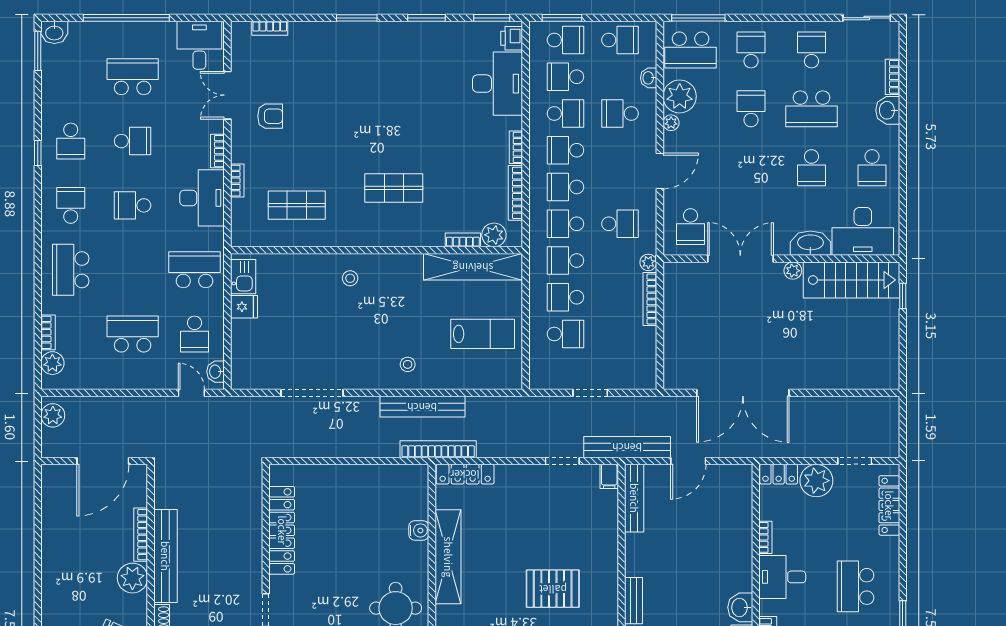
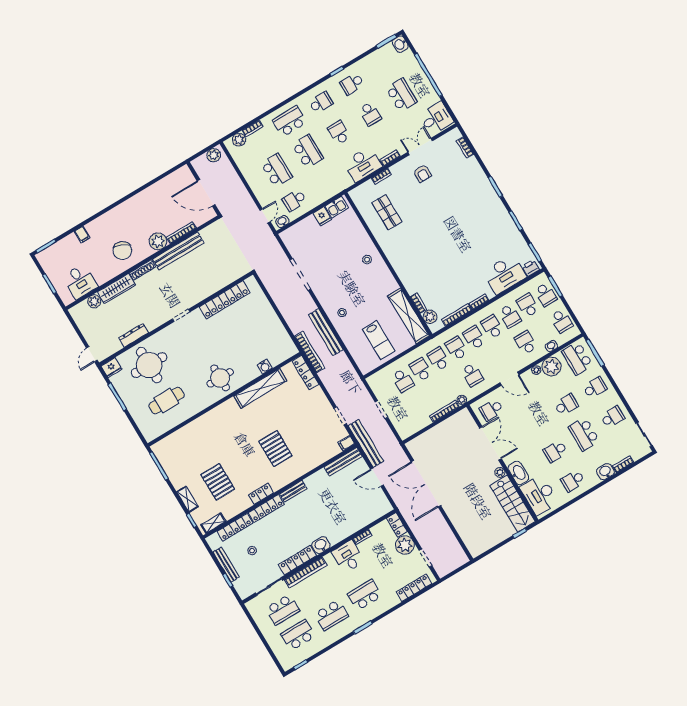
shop shelf: (394, 188) -> (424, 254), removed
school desk: (194, 270) -> (308, 151), moved

